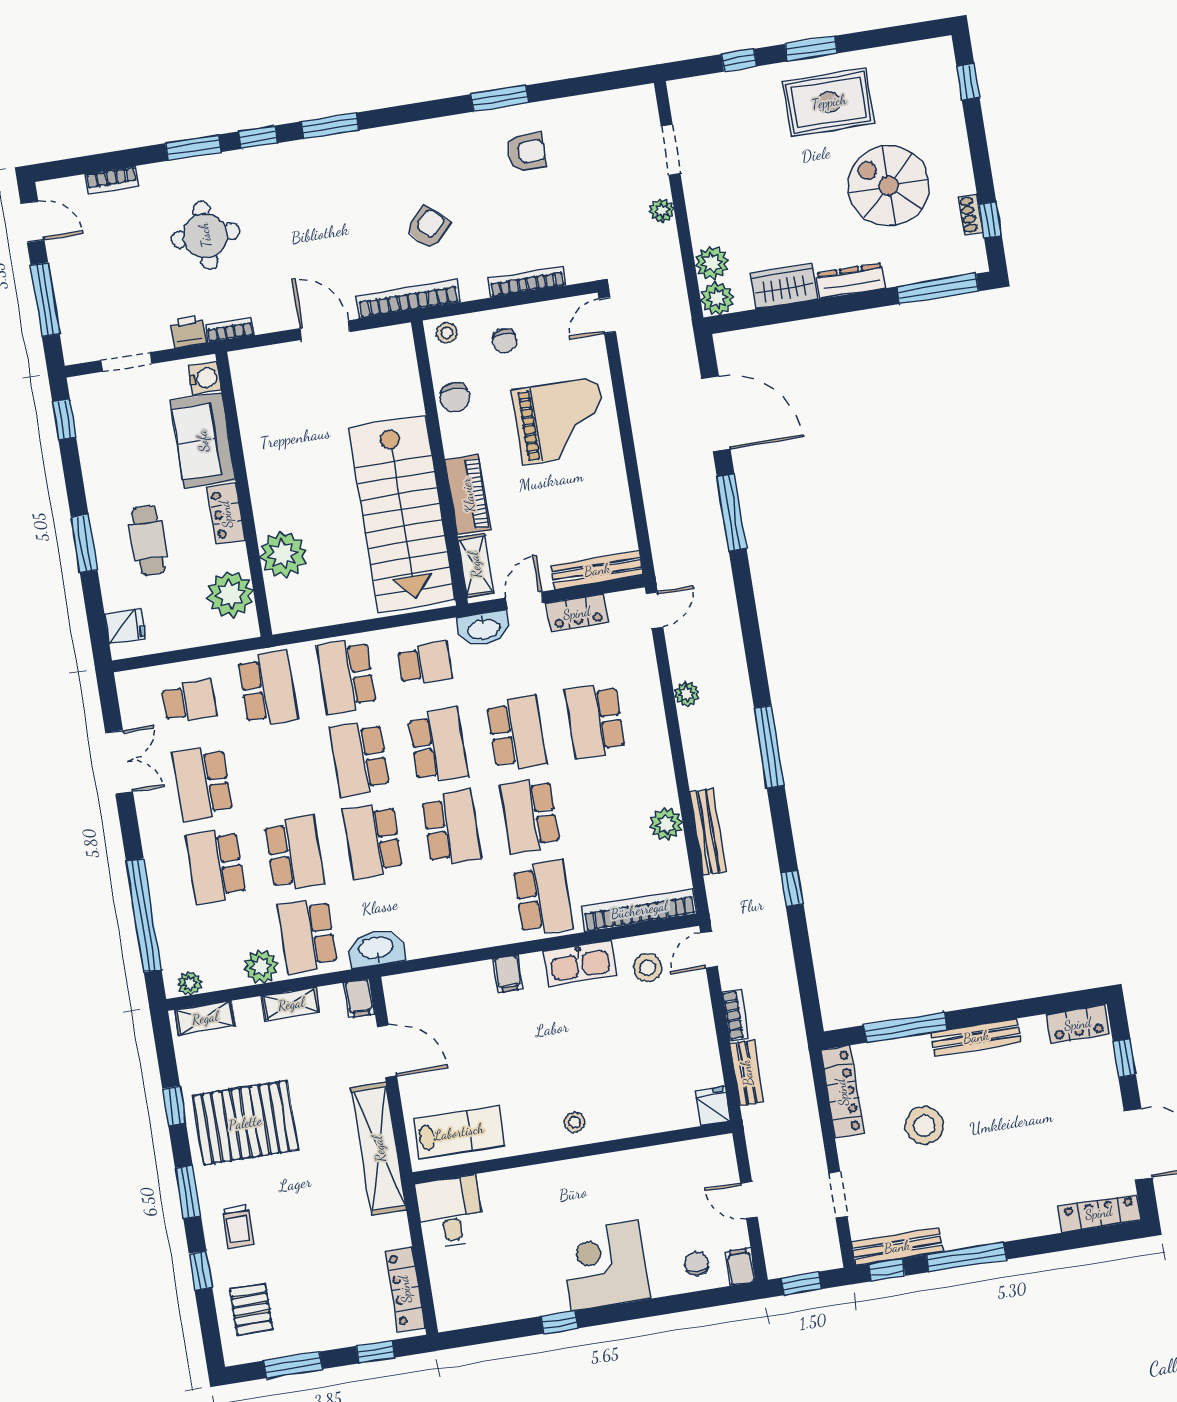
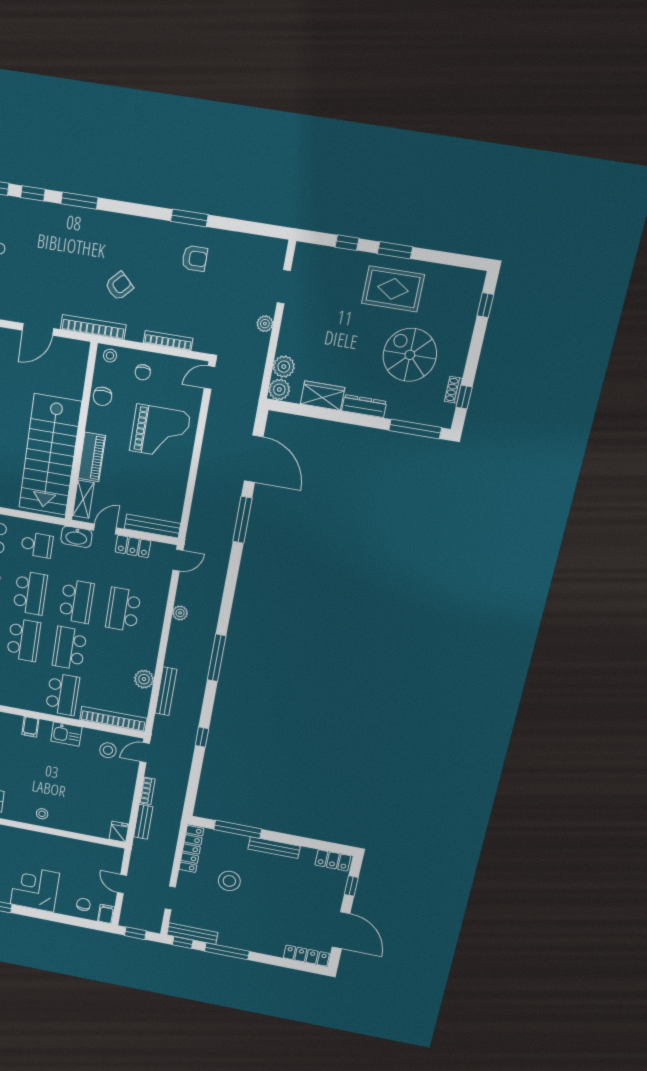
door: (325, 330) -> (38, 329), swing flipped
kitchen sink: (580, 963) -> (66, 734), width x0.73

